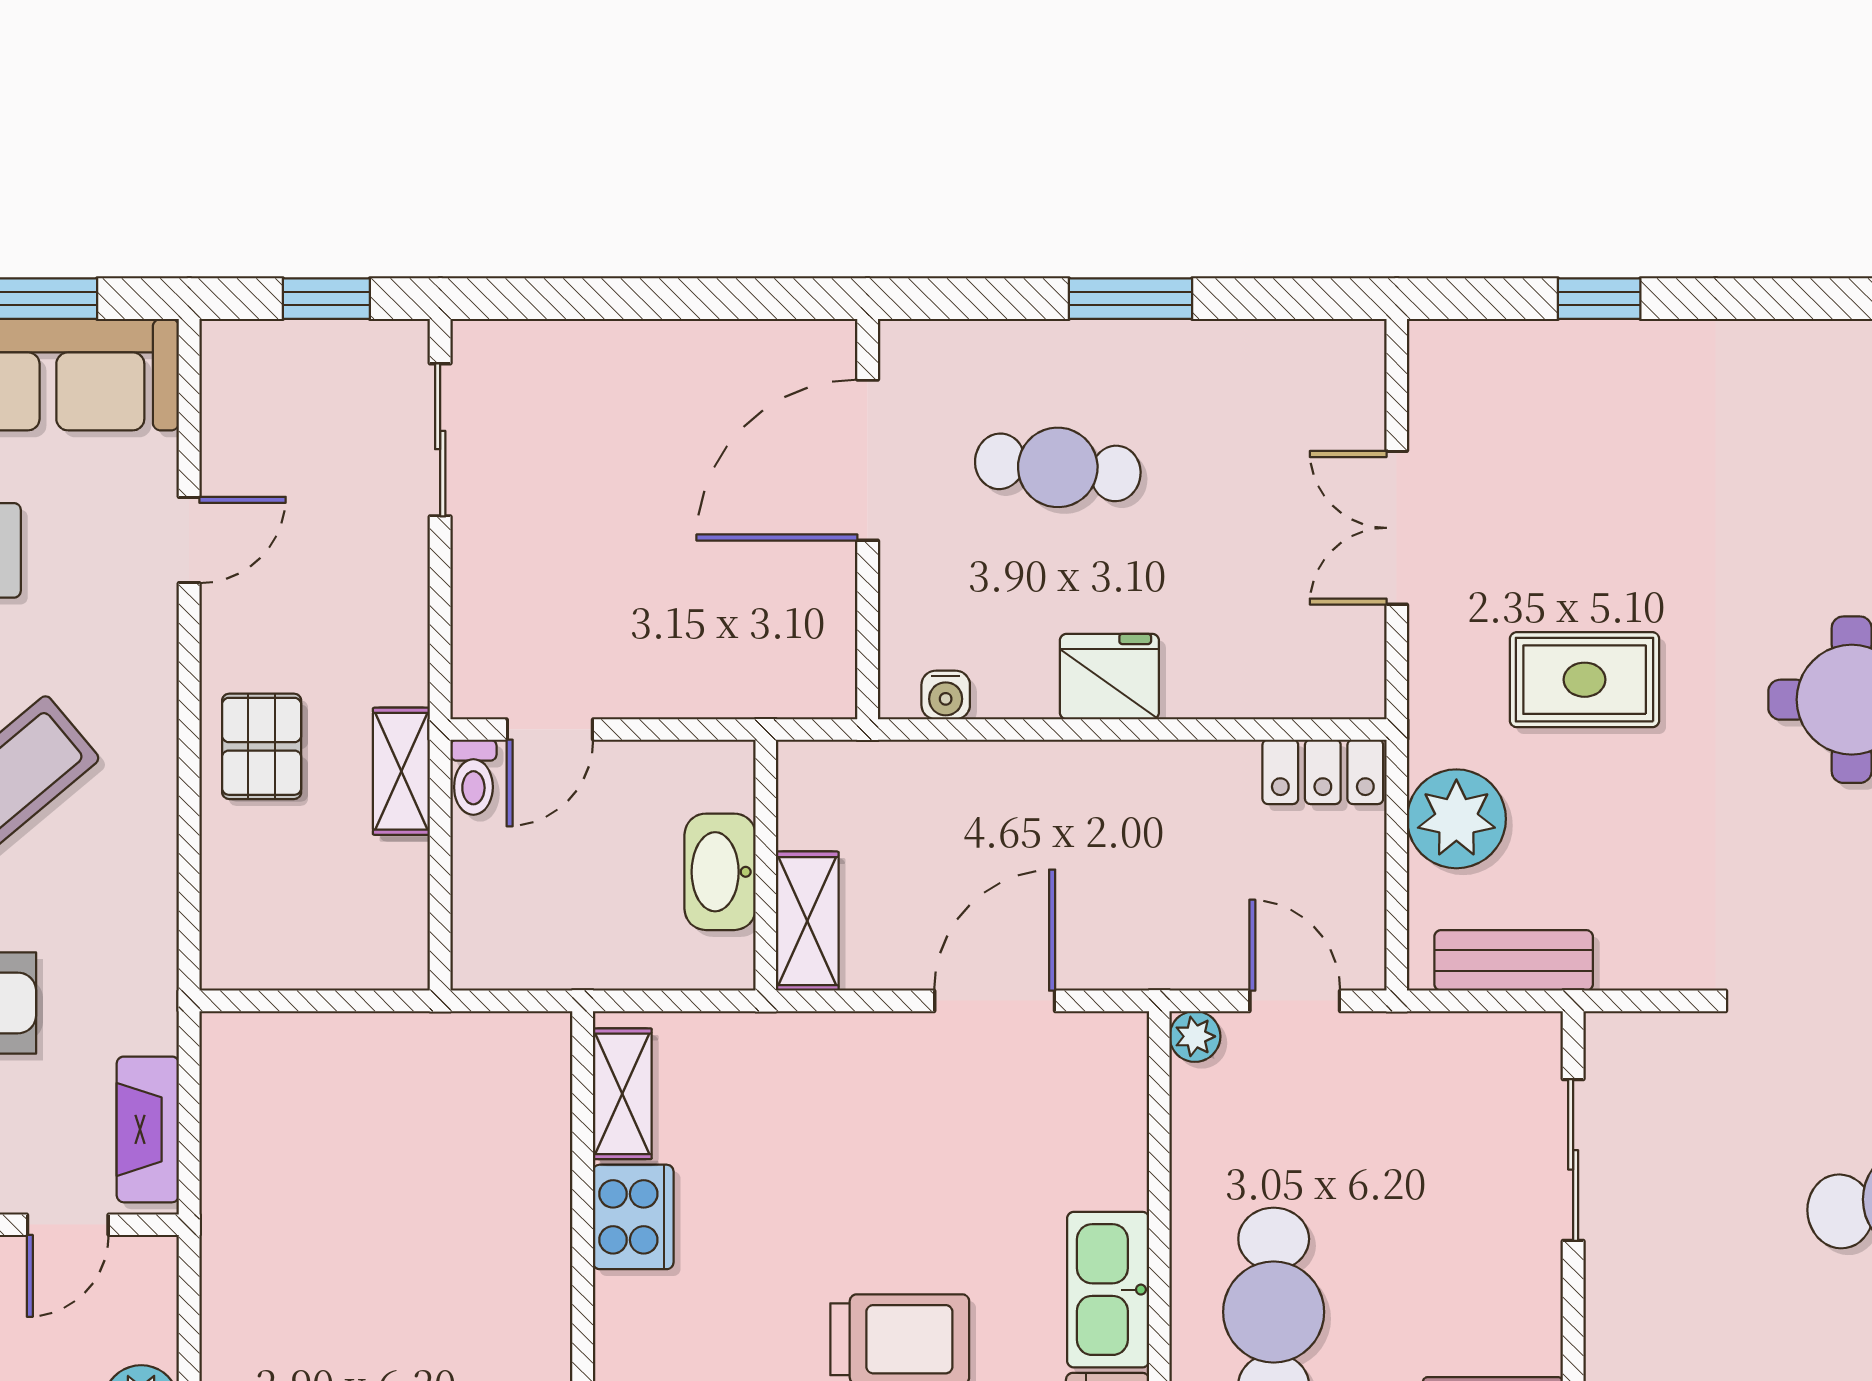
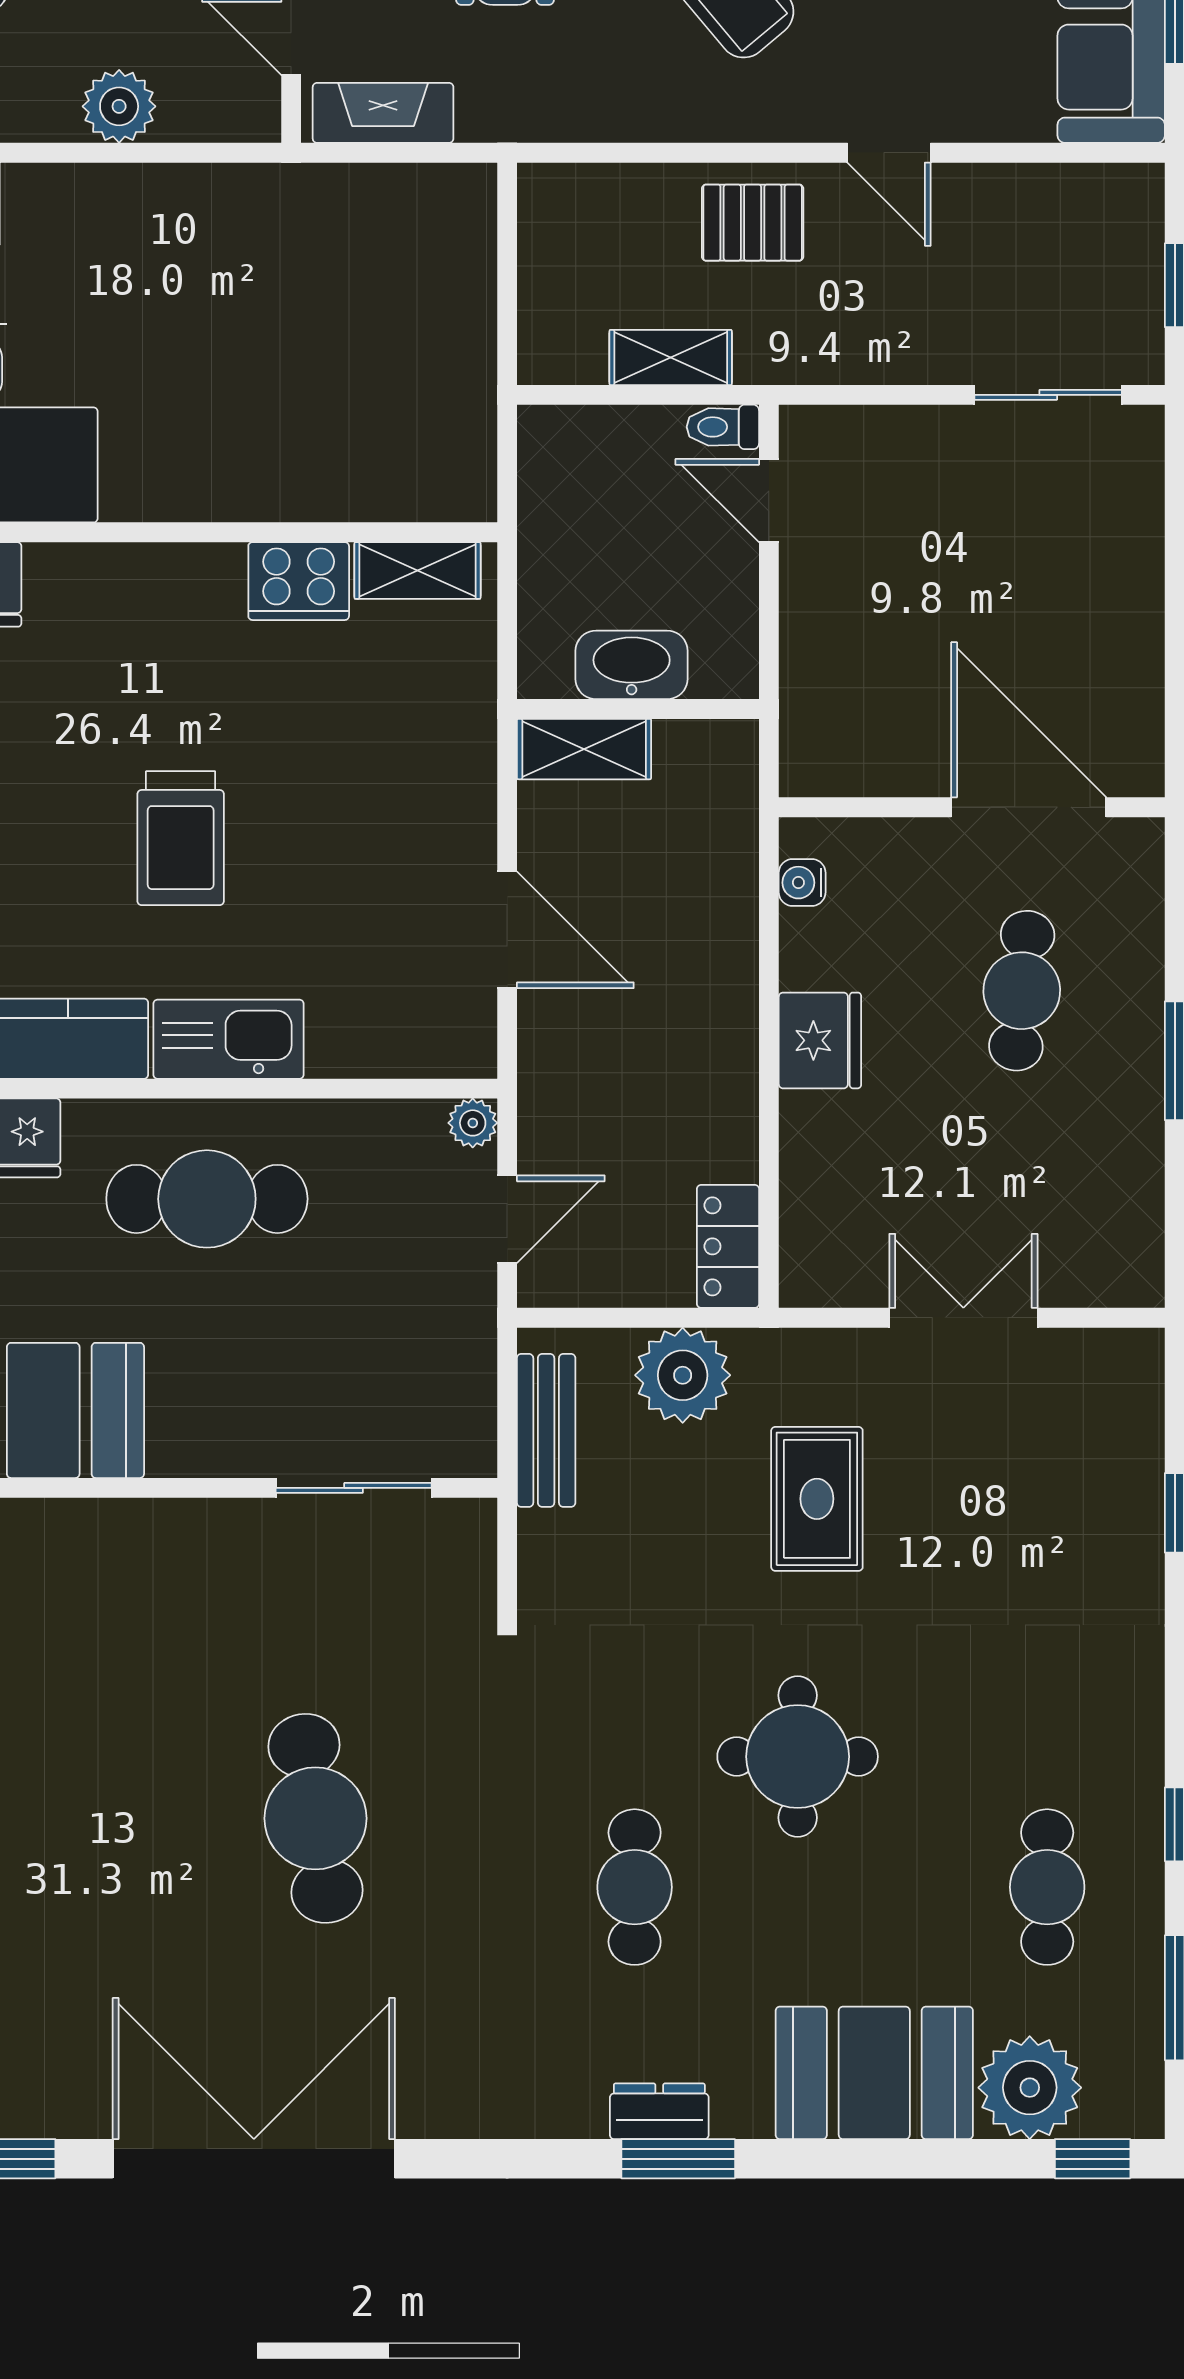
door: (189, 540) -> (889, 153), moved
shelving: (401, 771) -> (671, 357), moved

